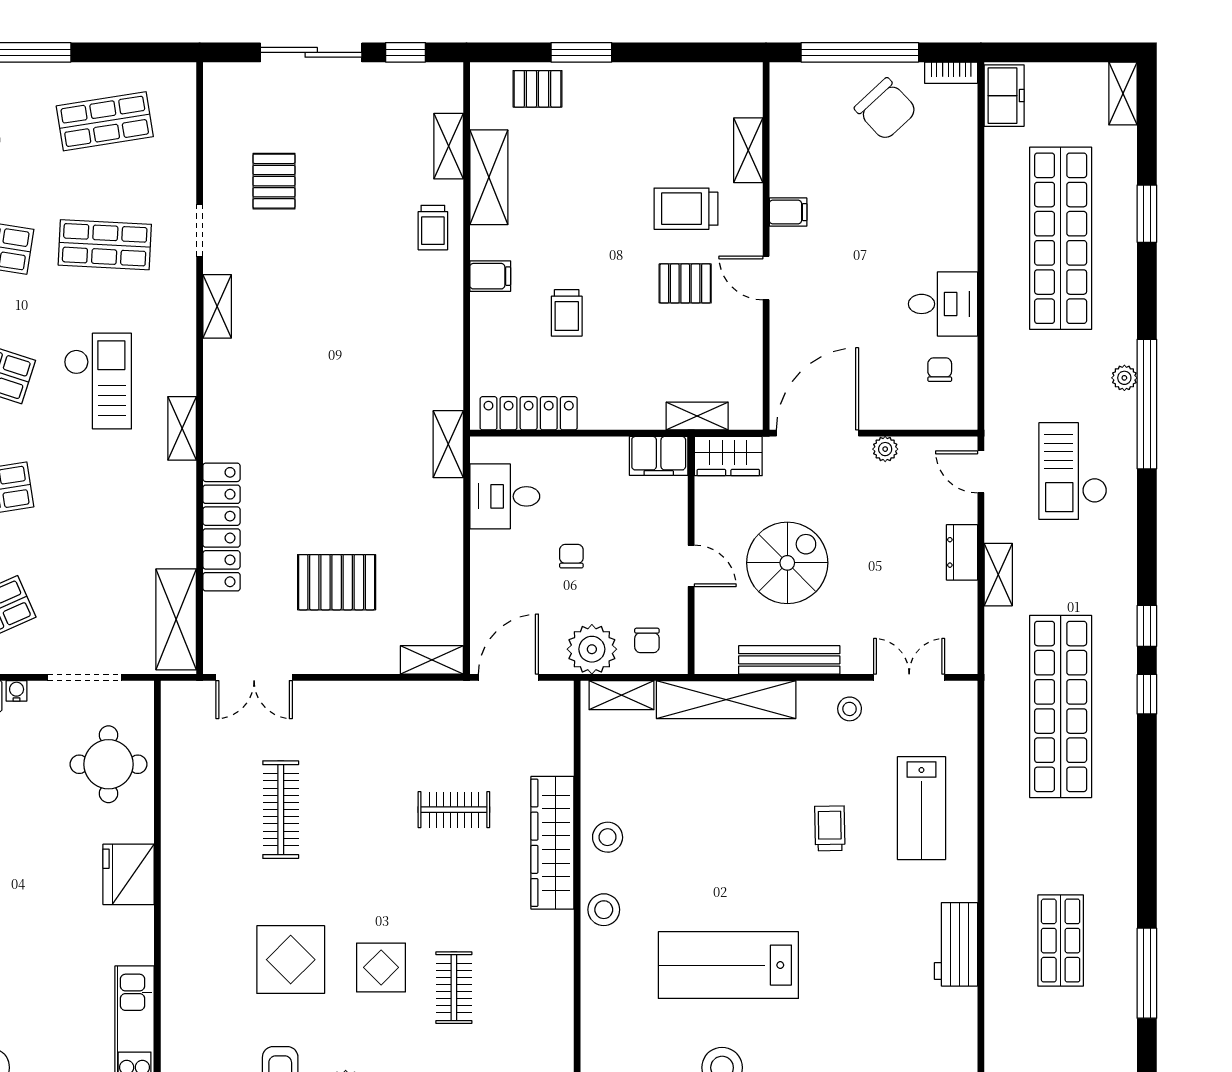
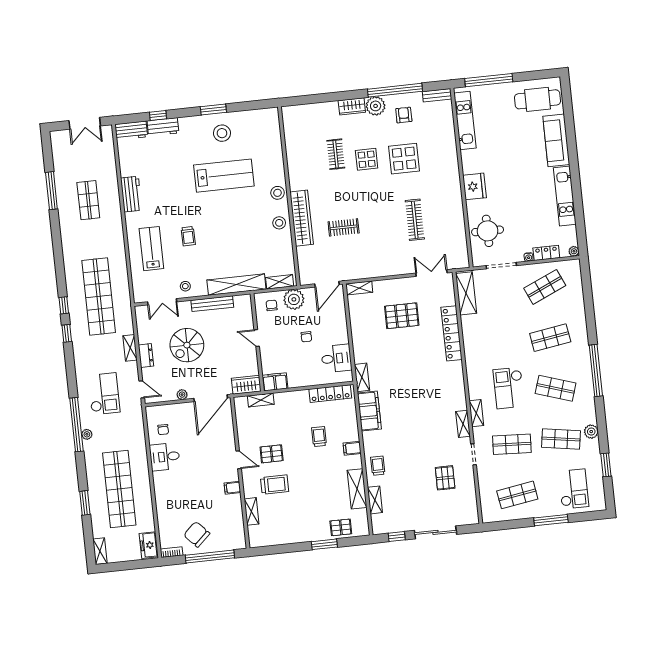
filing cabinet: (439, 361) -> (369, 411), added
shelving: (182, 428) -> (476, 413), moved
spiral stairs: (787, 563) -> (187, 345), moved

